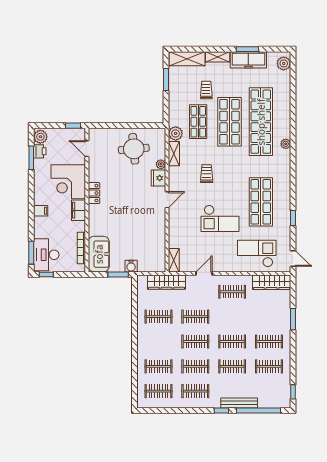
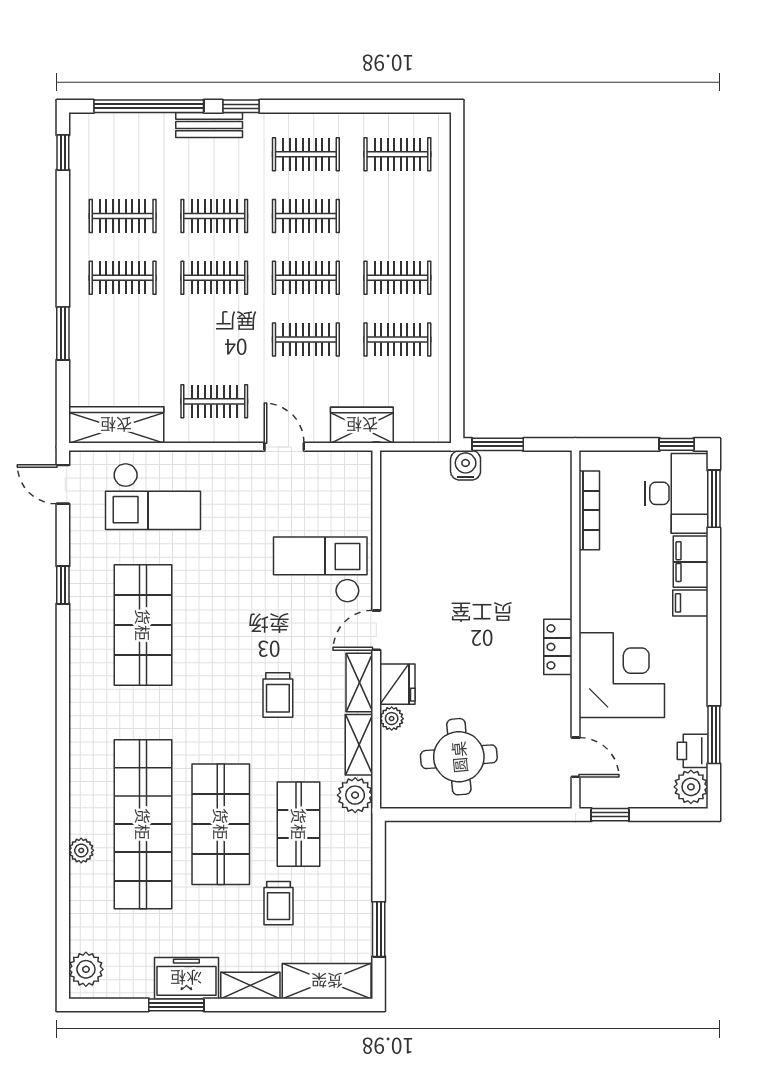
freezer: (248, 60) -> (186, 978), width x0.71
plant: (286, 144) -> (81, 850), moved
filing cabinet: (78, 210) -> (691, 562), moved, turned 180
checkout: (220, 218) -> (320, 570), moved
sofa: (99, 254) -> (546, 495), removed
shelving: (174, 260) -> (359, 683), moved
door: (204, 273) -> (284, 447), swing flipped
wardrobe: (167, 282) -> (362, 425), width x0.67
clothes rail: (158, 366) -> (397, 278), moved
bench: (239, 403) -> (209, 125), width x0.73

